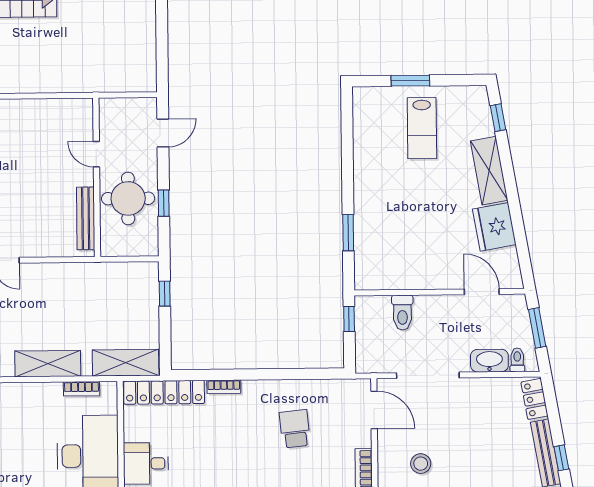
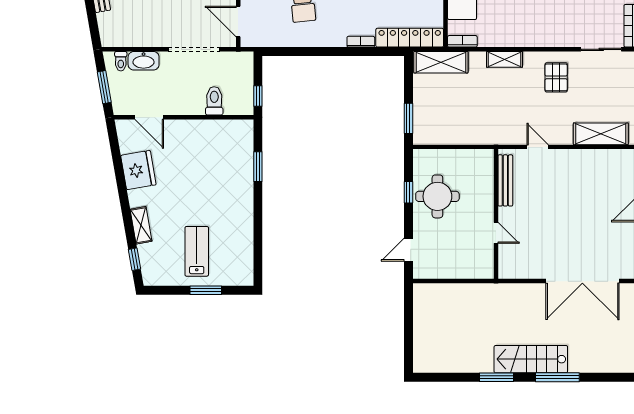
door: (96, 154) -> (496, 233), moved
shelving: (489, 171) -> (141, 225), width x0.67, depth x0.75
wall: (97, 177) -> (496, 214), moved
bench: (86, 218) -> (505, 180), moved
window: (165, 294) -> (408, 118), width x1.50
shelving: (48, 364) -> (504, 59), width x0.67, depth x0.75
bookcase: (82, 389) -> (462, 41), moved
locker: (535, 399) -> (107, 29), removed

